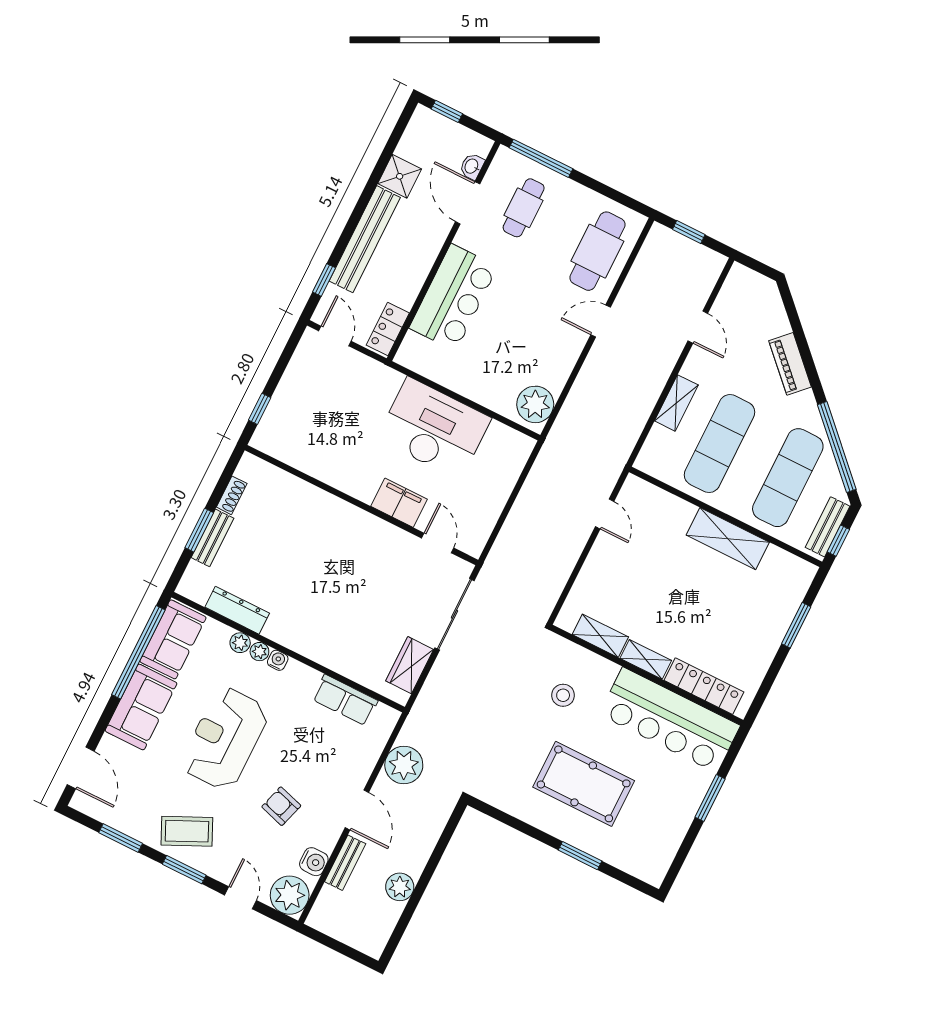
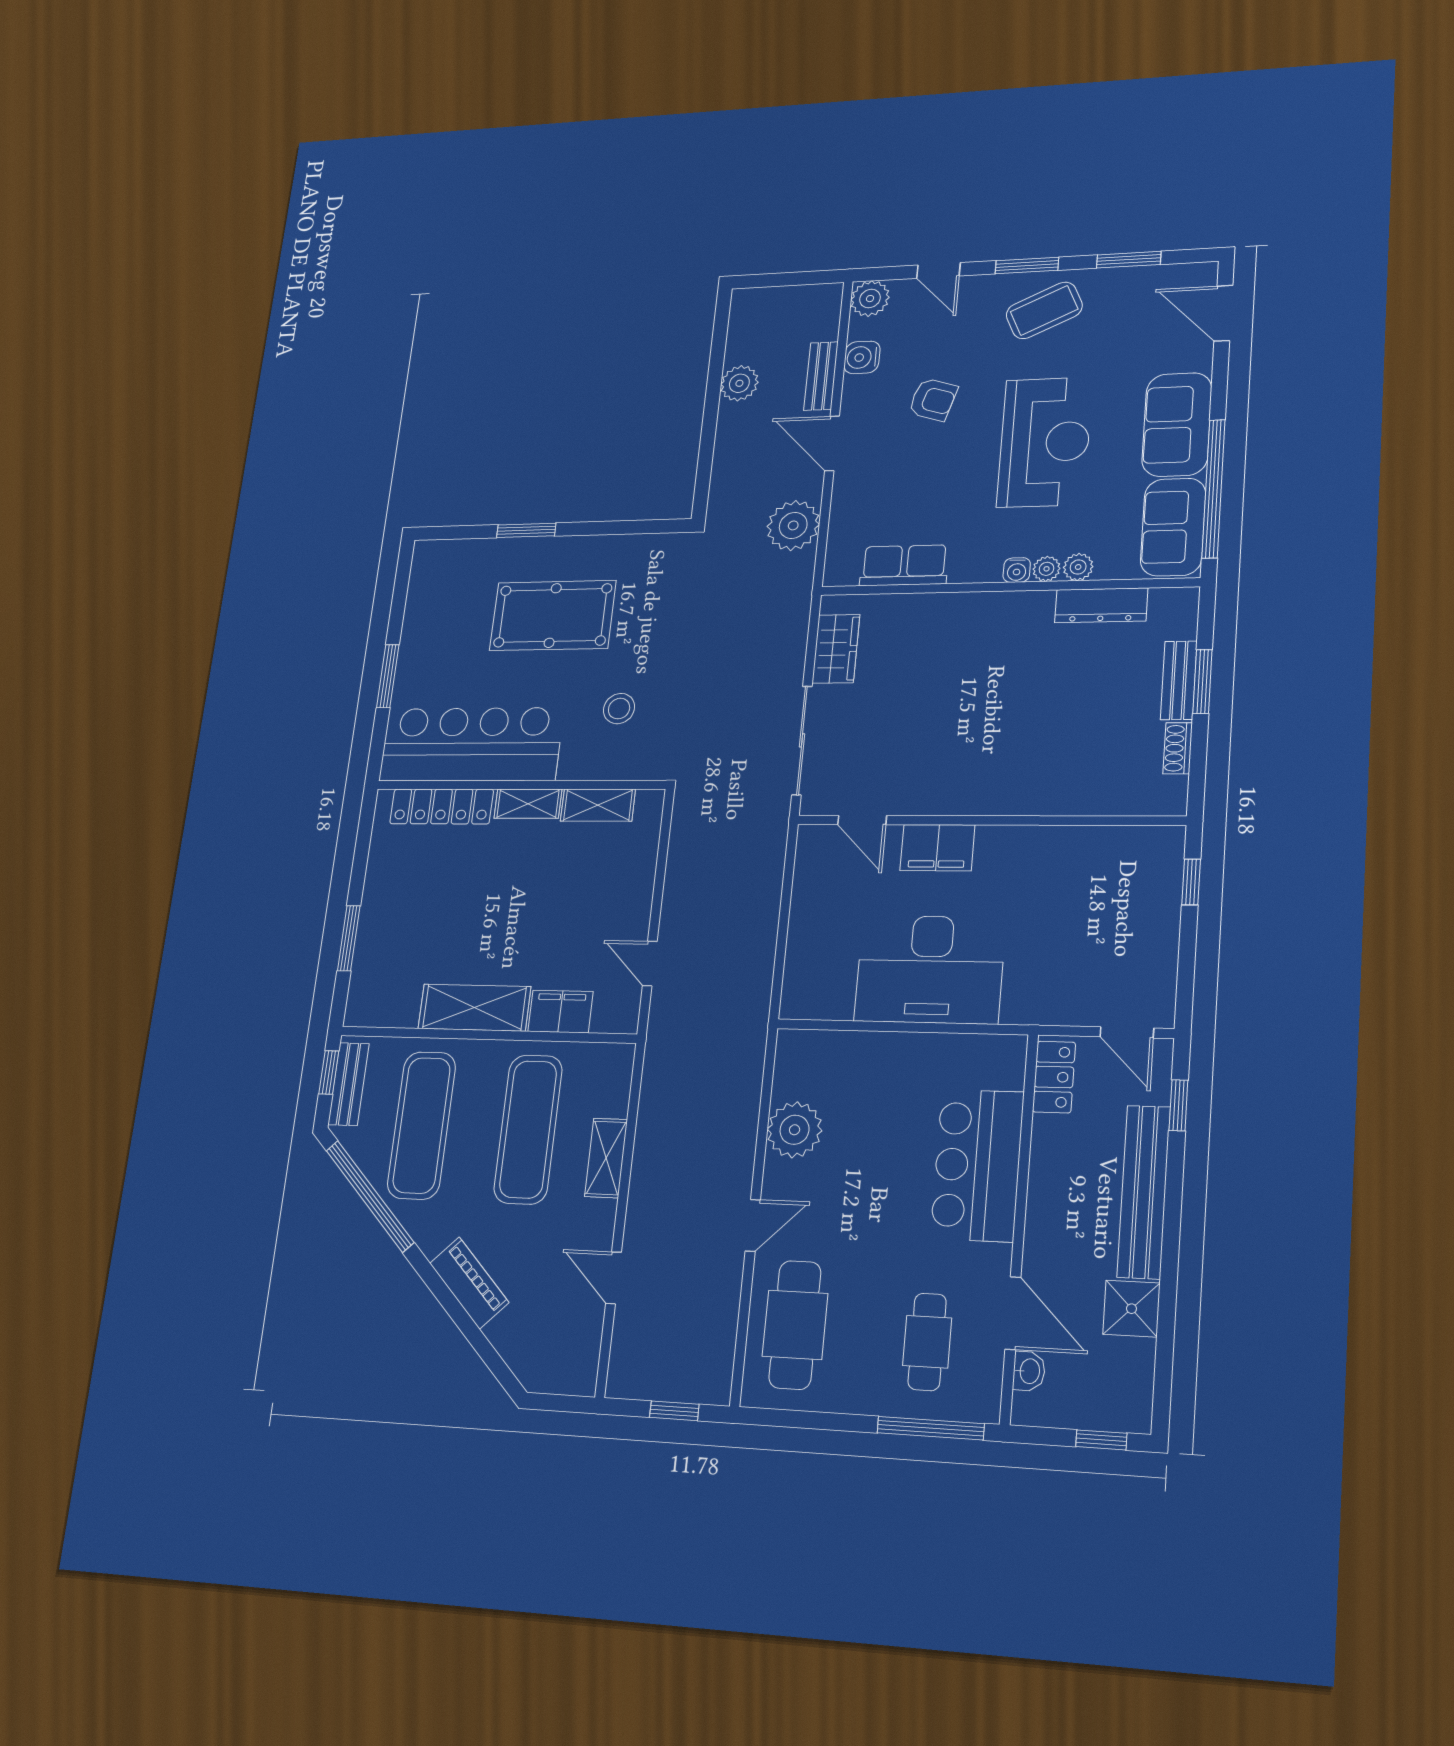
plant: (535, 404) -> (795, 1130), moved
filing cabinet: (673, 510) -> (560, 1012), added
plant: (290, 895) -> (870, 299), width x0.73, depth x0.73

